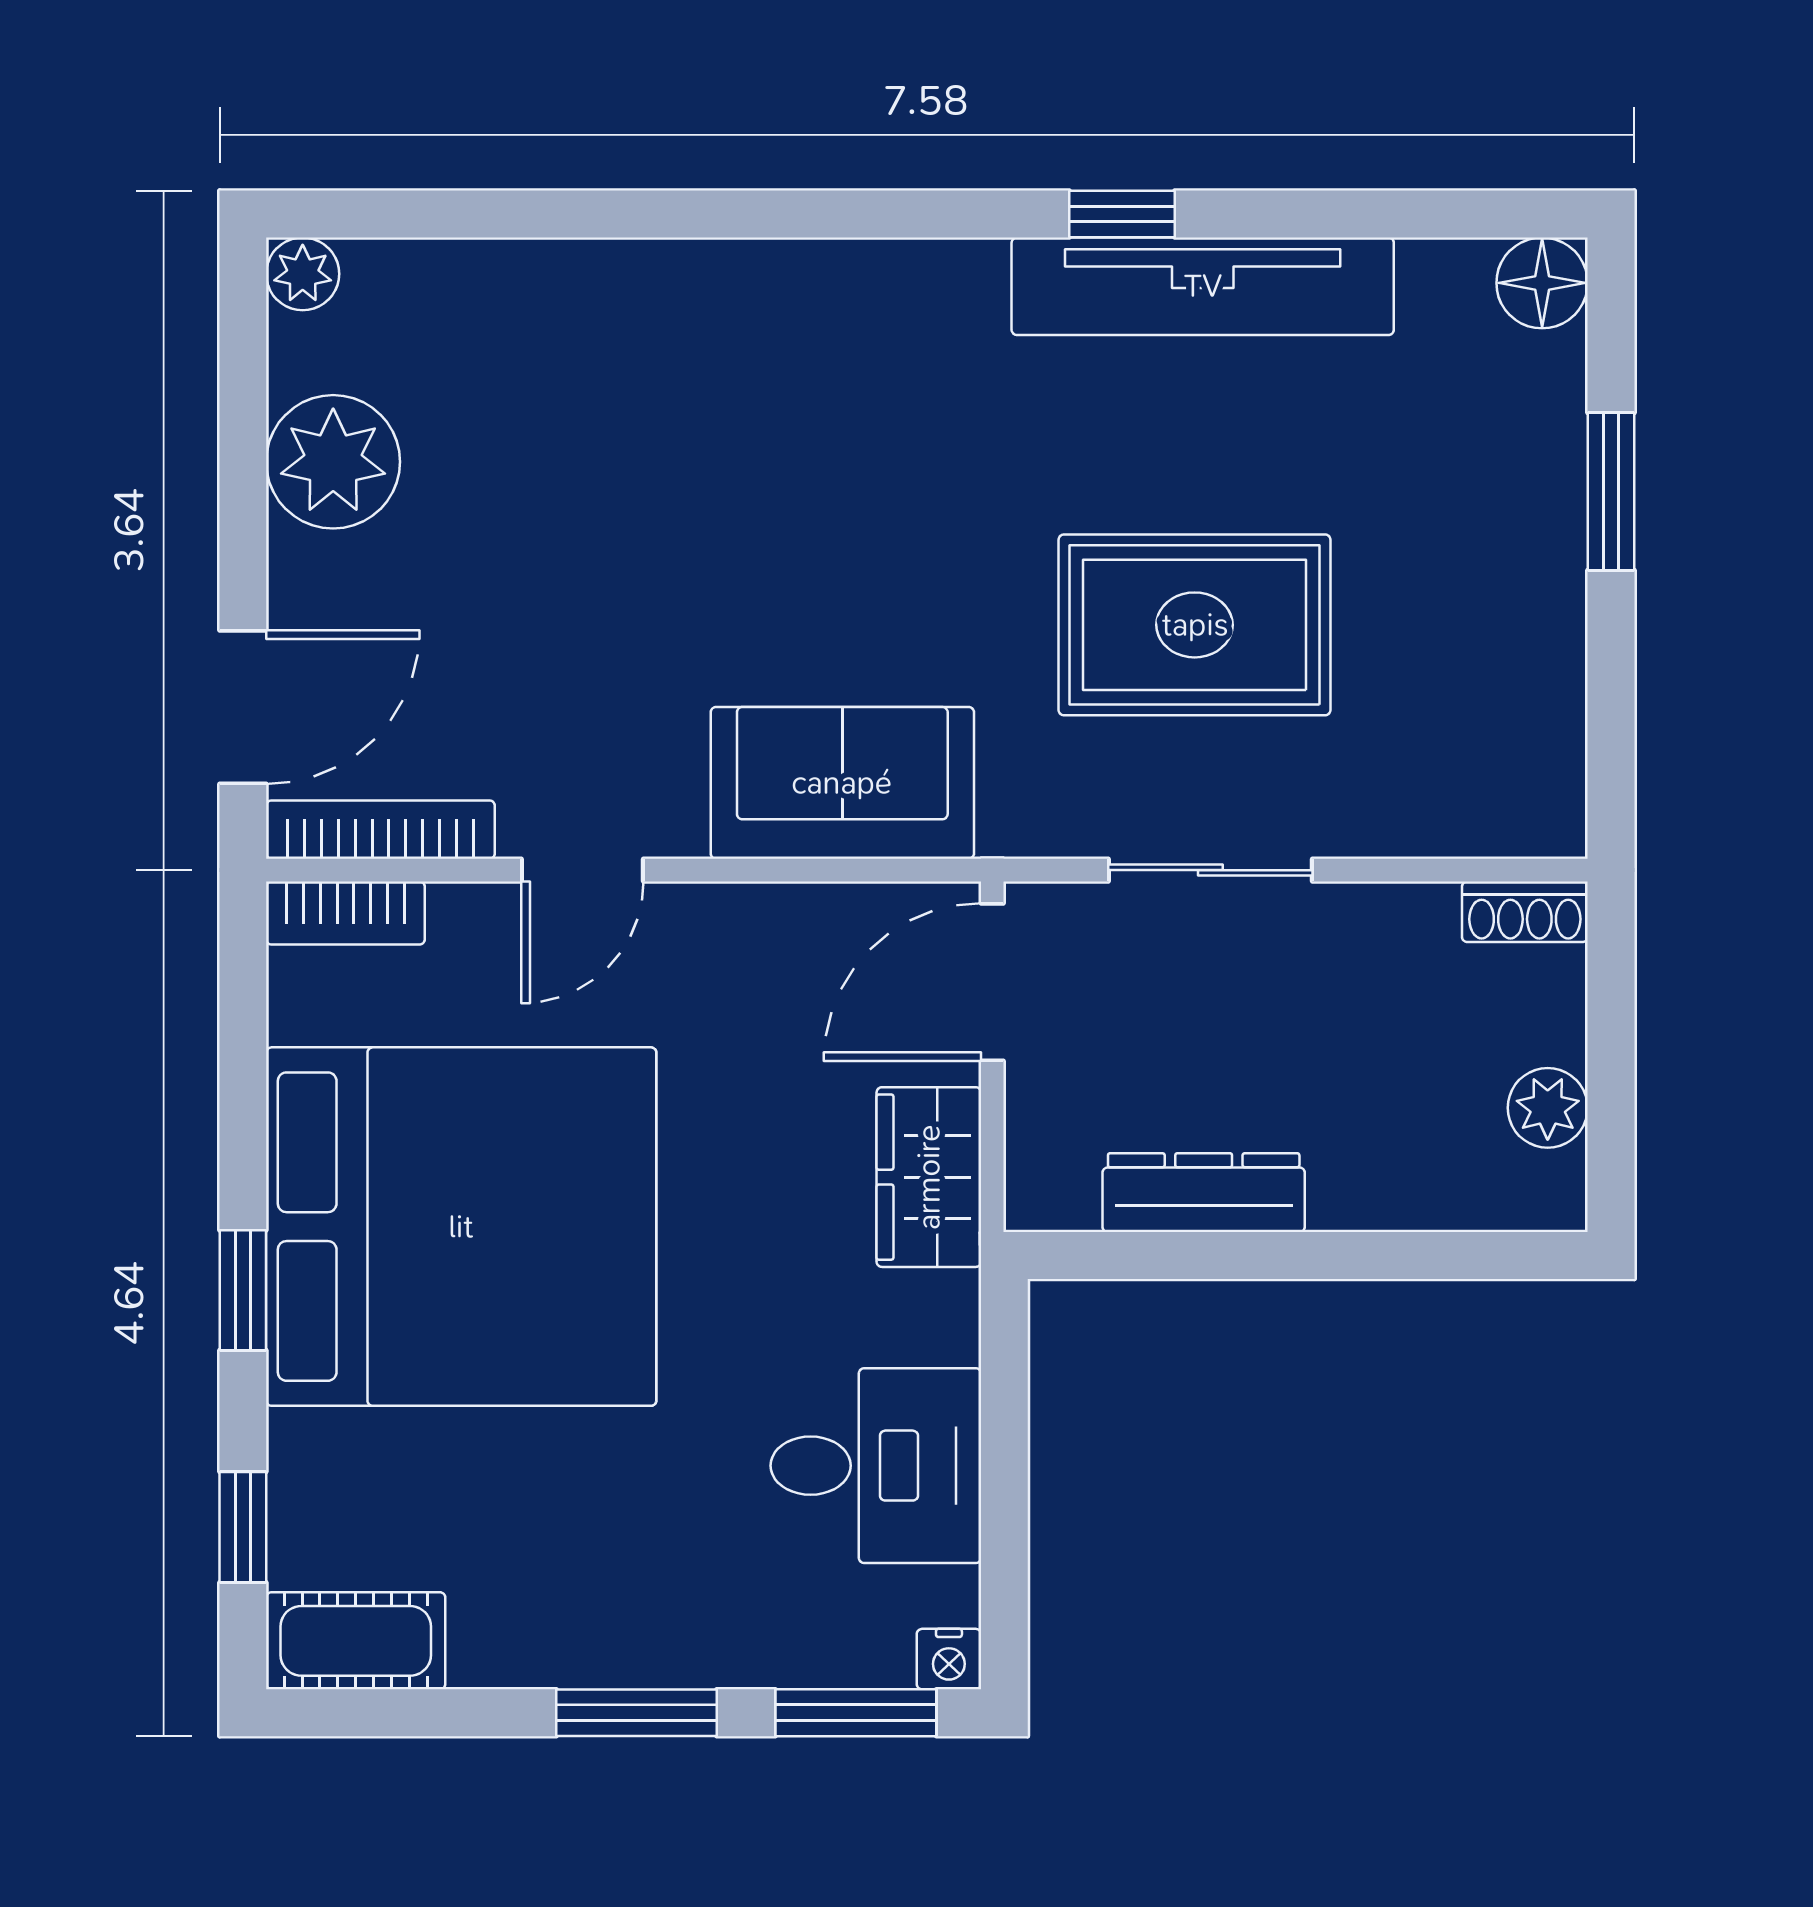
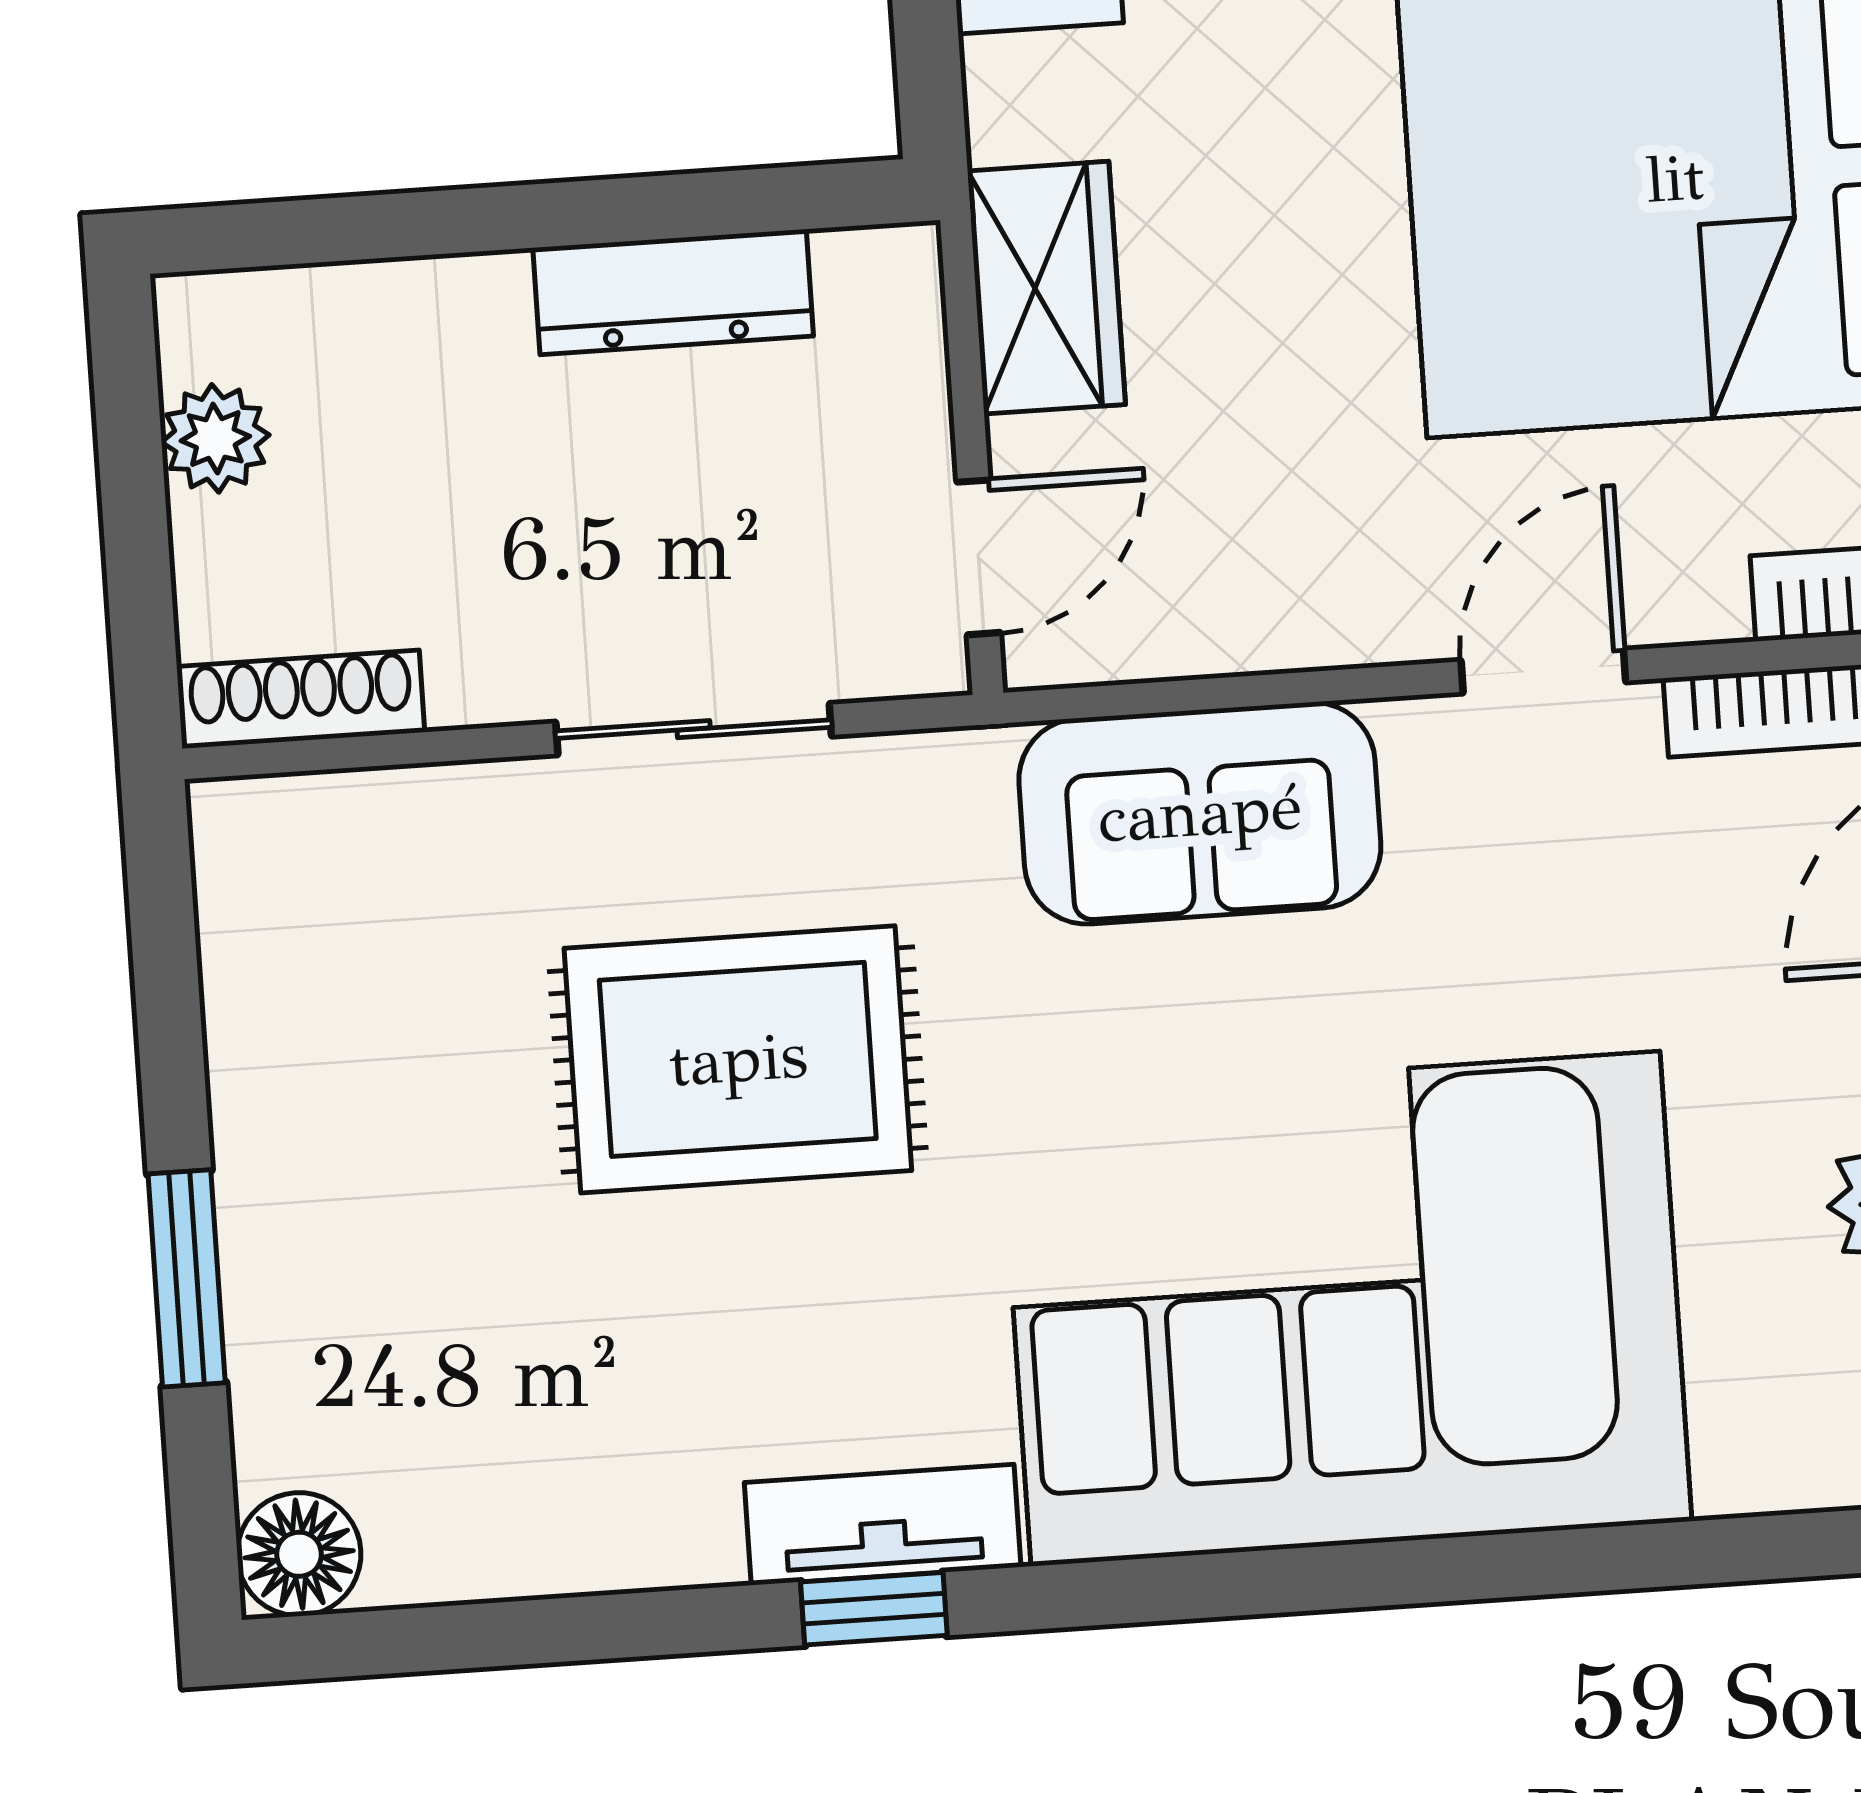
tv unit: (1203, 286) -> (883, 1525), width x0.52, depth x0.78
corner sofa: (760, 411) -> (1345, 1308), added
shoe rack: (1525, 912) -> (301, 699), width x1.43
door: (992, 982) -> (979, 557), width x0.73

